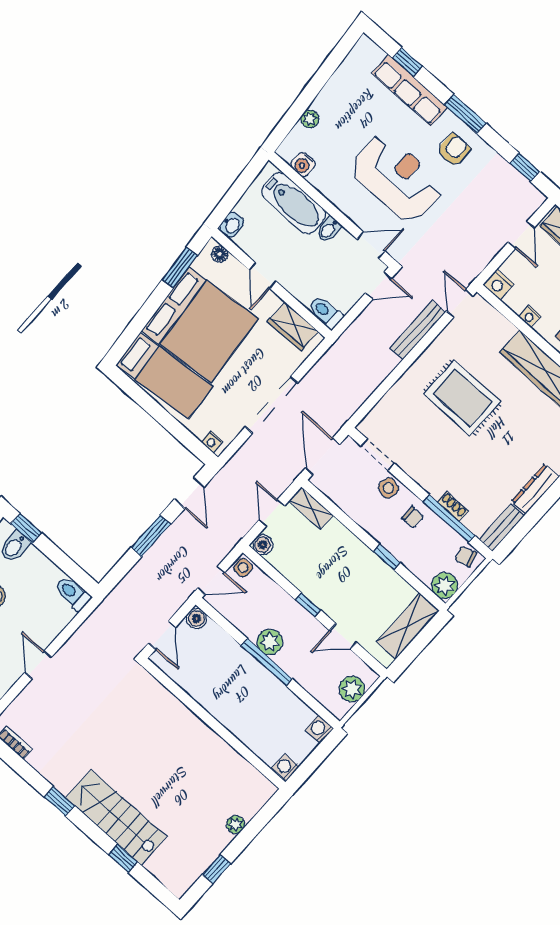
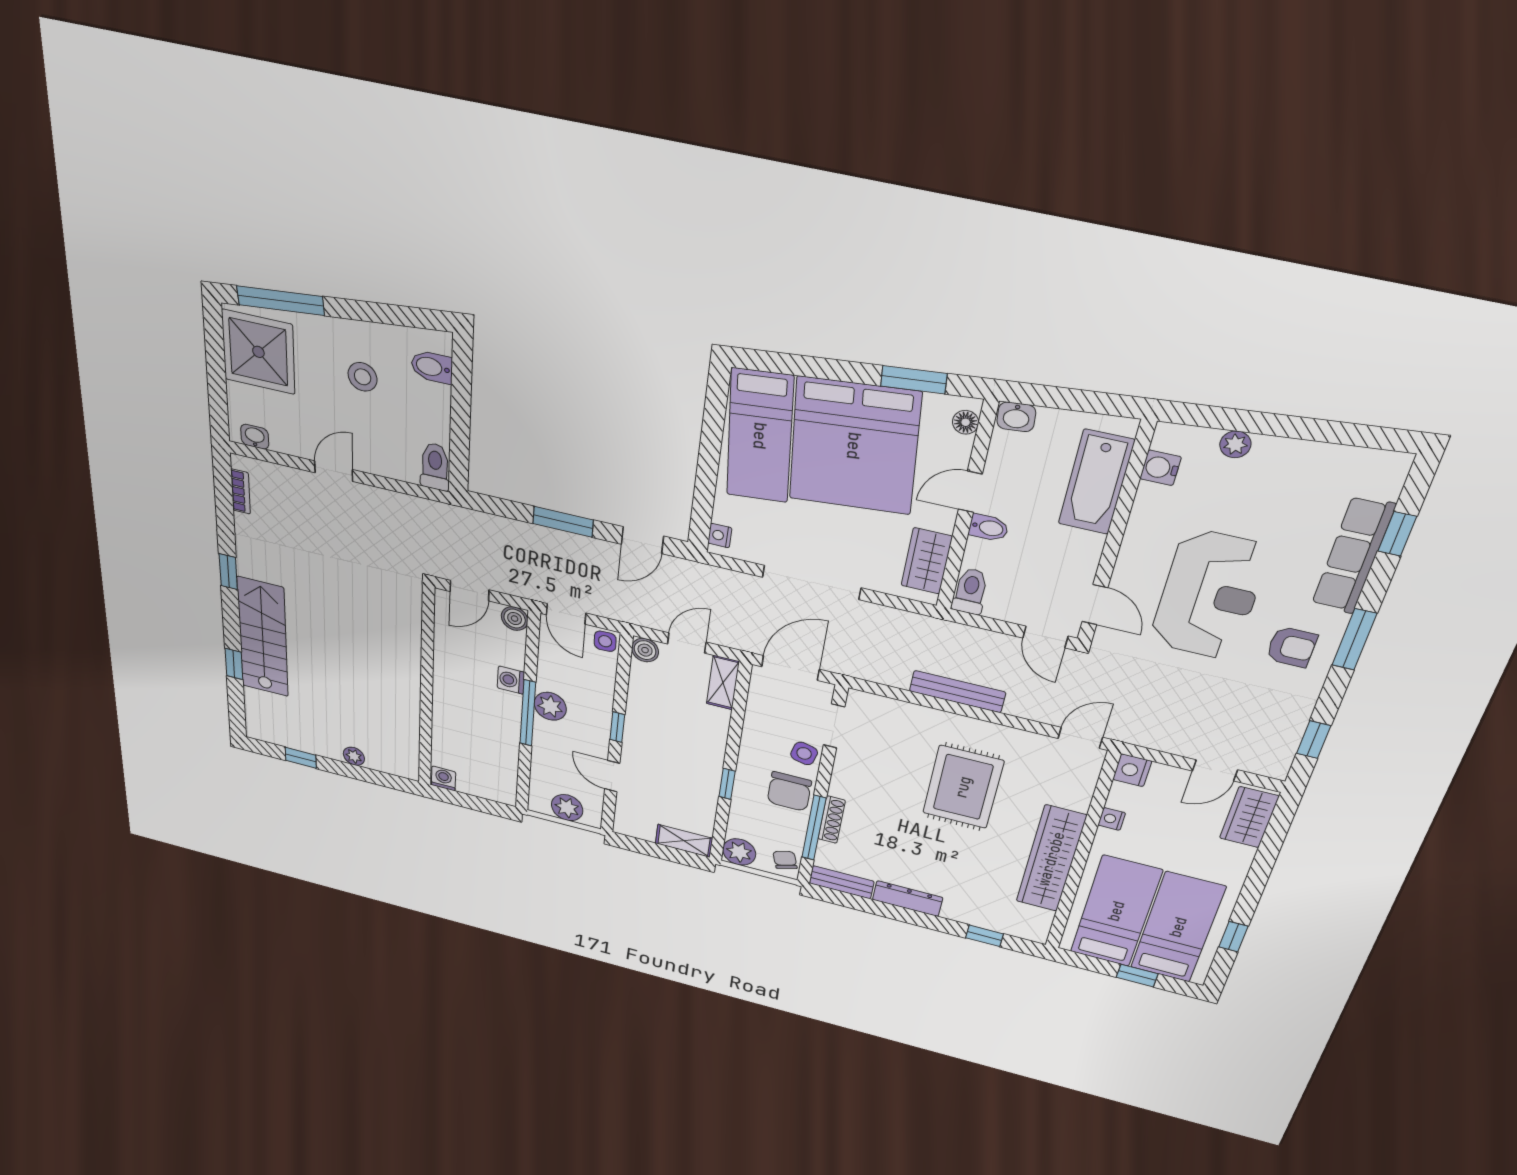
bidet: (329, 229) -> (989, 528), moved, turned 180
bench: (418, 330) -> (957, 692), moved
shoe rack: (453, 506) -> (832, 820), width x1.43
chair: (413, 517) -> (789, 792), width x1.87, depth x1.87
window: (26, 528) -> (462, 369), removed
shelving: (408, 626) -> (684, 841), width x0.67, depth x0.75
washing machine: (319, 729) -> (511, 680), moved, turned -90

